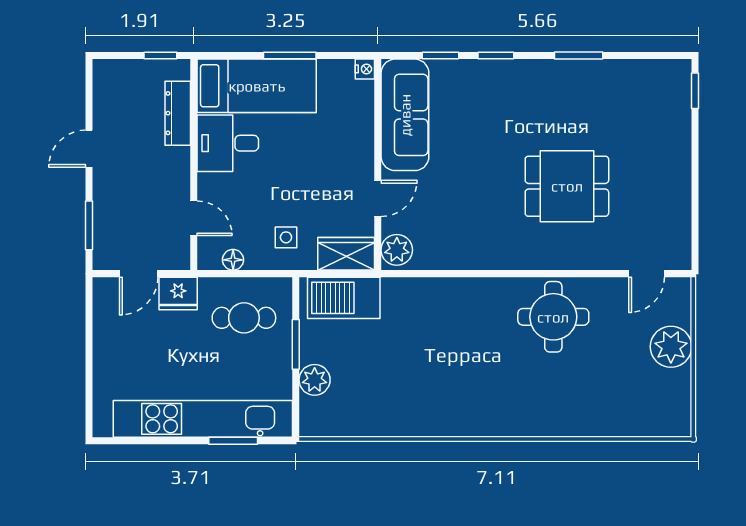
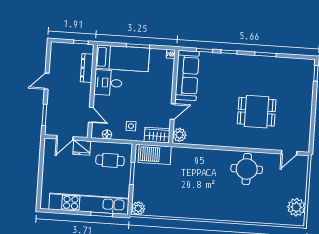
plant: (671, 347) -> (296, 207), moved
plant: (315, 380) -> (138, 208), moved

